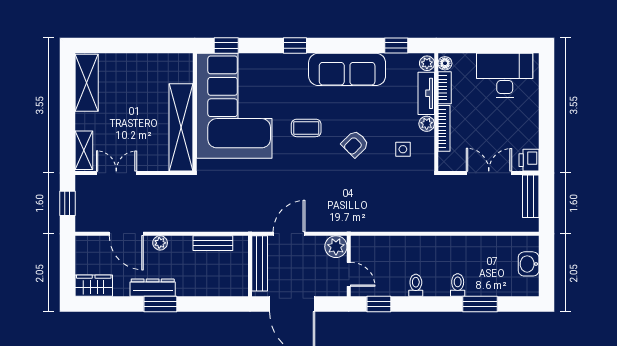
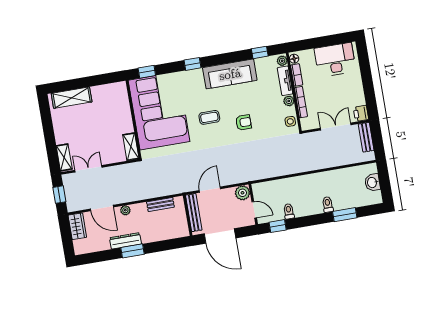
shelving: (87, 83) -> (72, 98), moved, turned 90
shelving: (181, 127) -> (131, 147), width x0.45, depth x0.75
armchair: (355, 144) -> (243, 122), turned -135
side table: (403, 149) -> (290, 121), moved
toilet: (416, 285) -> (289, 211), moved
wardrobe: (94, 286) -> (77, 226), moved, turned 90

